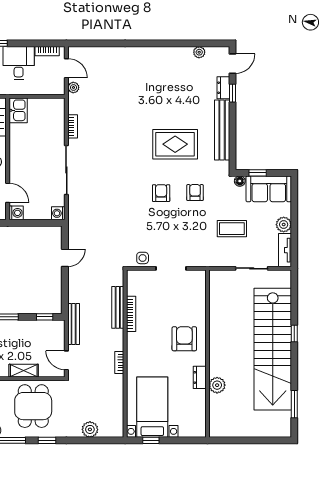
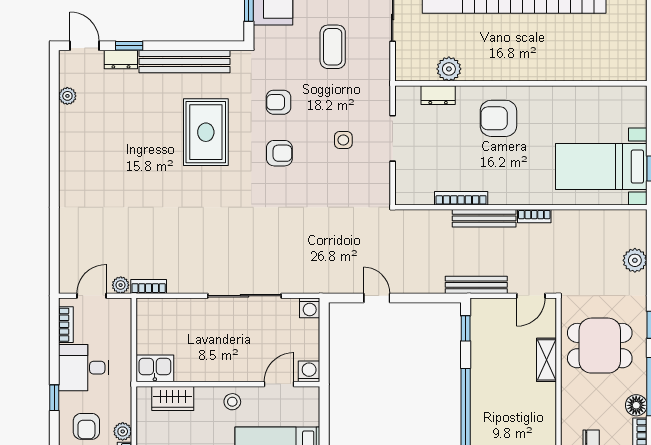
bookcase: (73, 126) -> (149, 286), moved
floor lamp: (240, 181) -> (261, 35), removed
armchair: (161, 193) -> (279, 153), turned 180
side table: (143, 258) -> (343, 140), moved
bench: (118, 307) -> (484, 218), moved
dresser: (200, 377) -> (438, 95), moved
plant: (217, 385) -> (449, 69), moved

